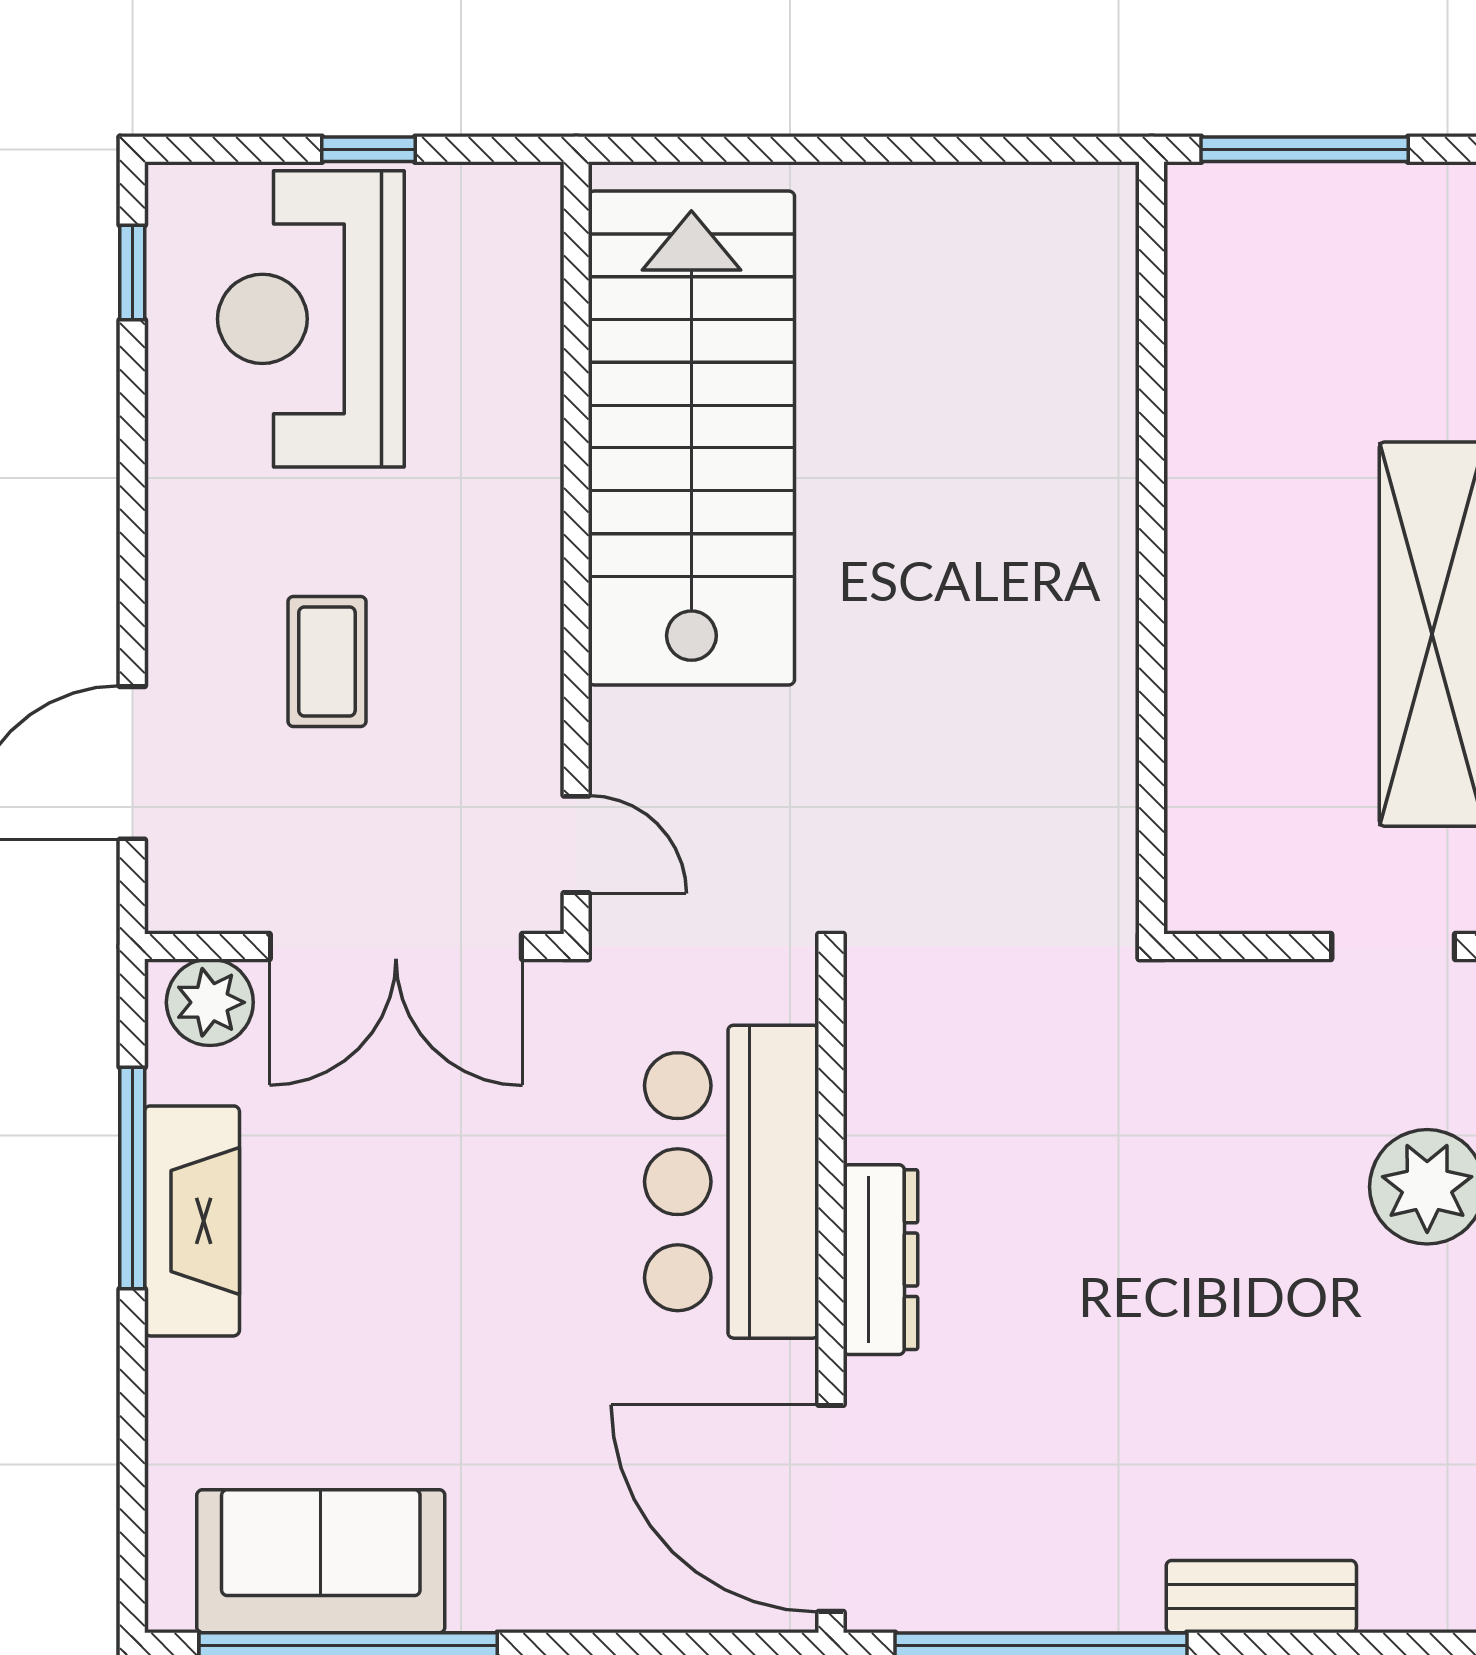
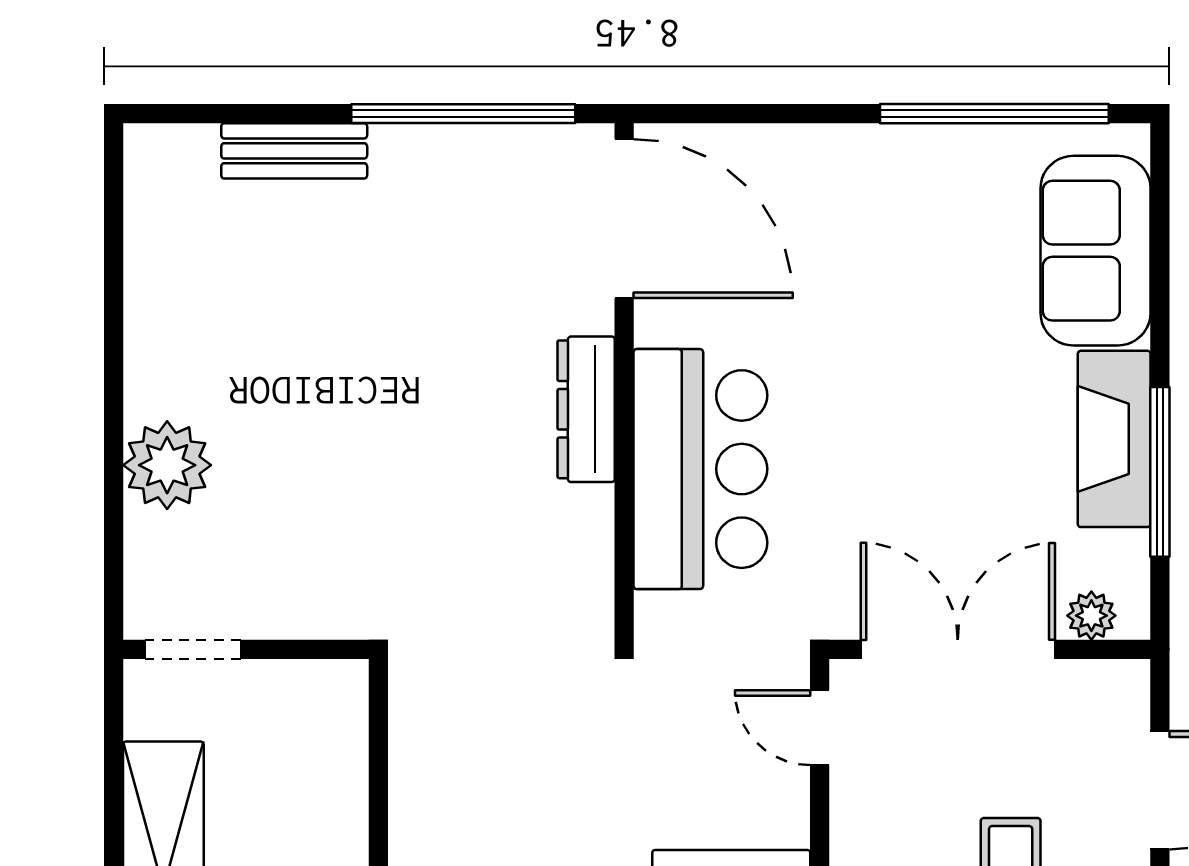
plant: (210, 1002) -> (1091, 616), width x0.73, depth x0.73
sofa: (321, 1561) -> (1096, 251), moved, turned 90

